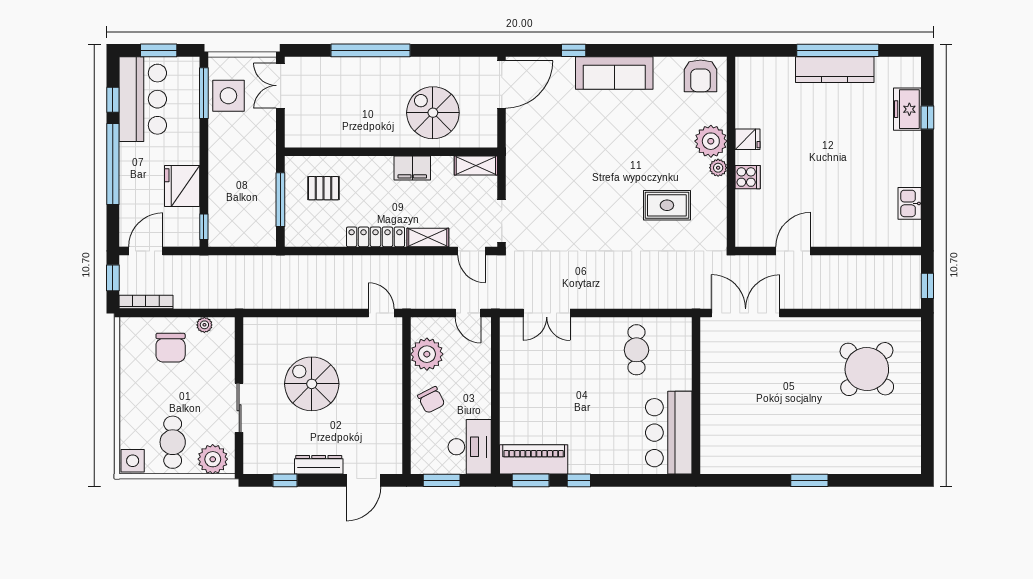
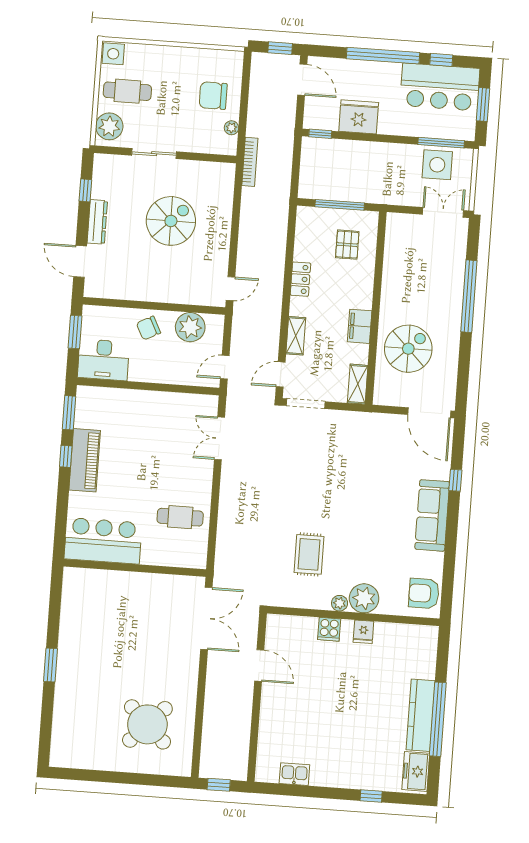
freezer: (907, 109) -> (416, 771), moved, turned -90
locker: (376, 237) -> (300, 279), width x0.66
bookcase: (146, 302) -> (250, 162), moved
piano: (534, 459) -> (85, 460), moved

